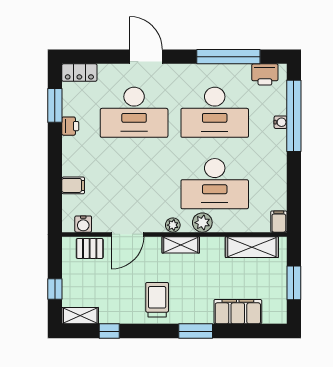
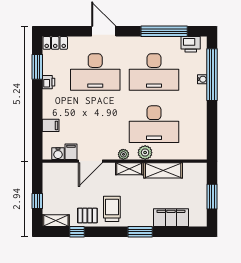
filing cabinet: (279, 222) -> (71, 152), moved
shelving: (252, 247) -> (163, 170), moved
pallet: (90, 248) -> (87, 216), moved

